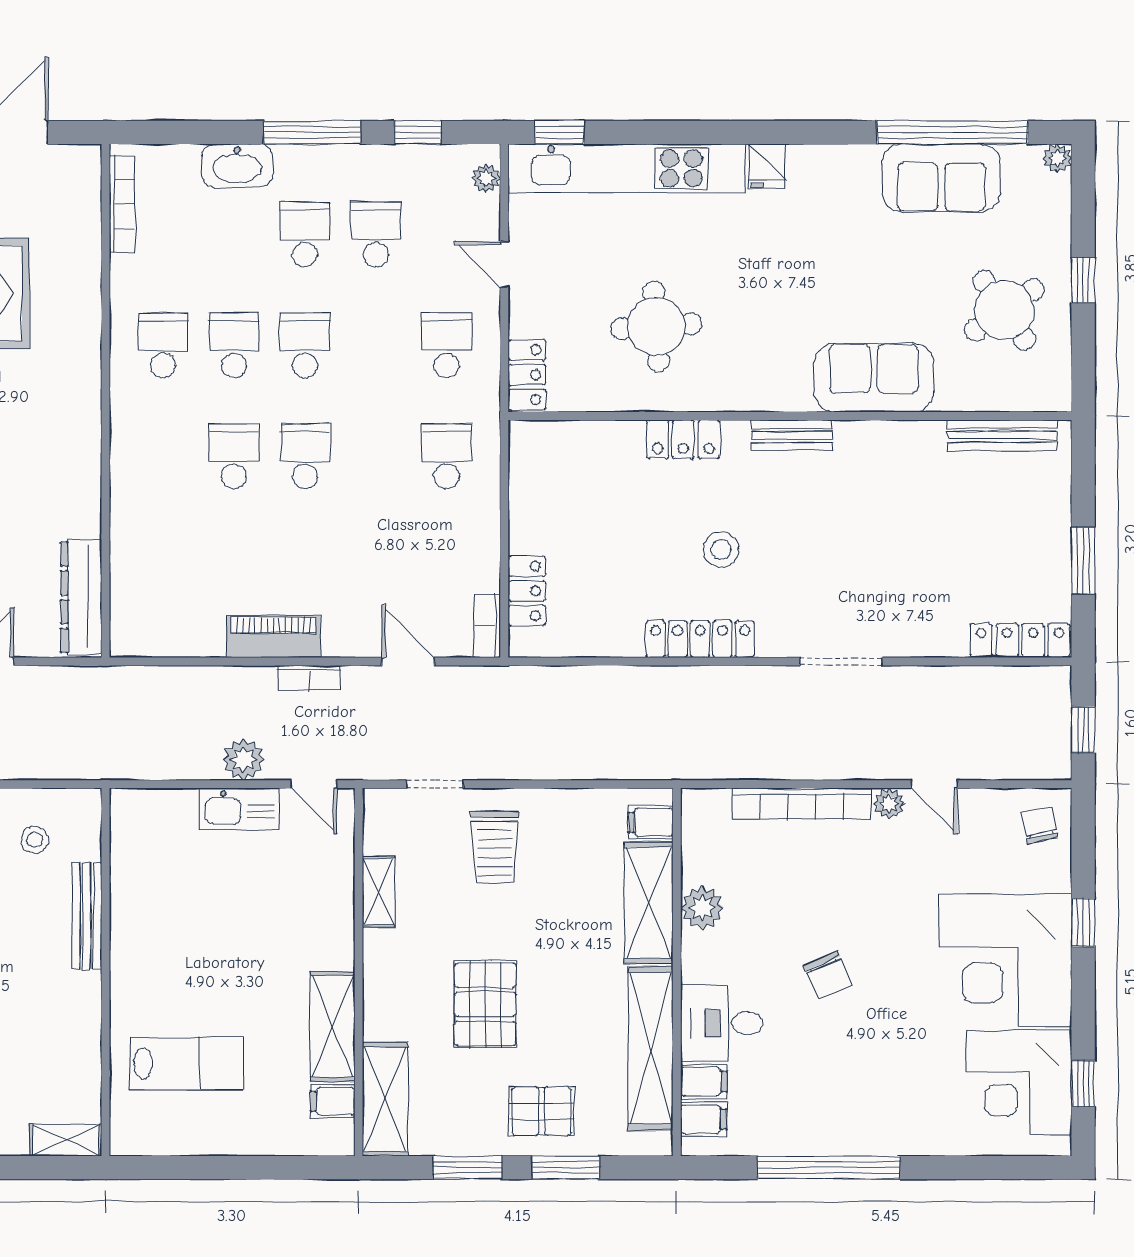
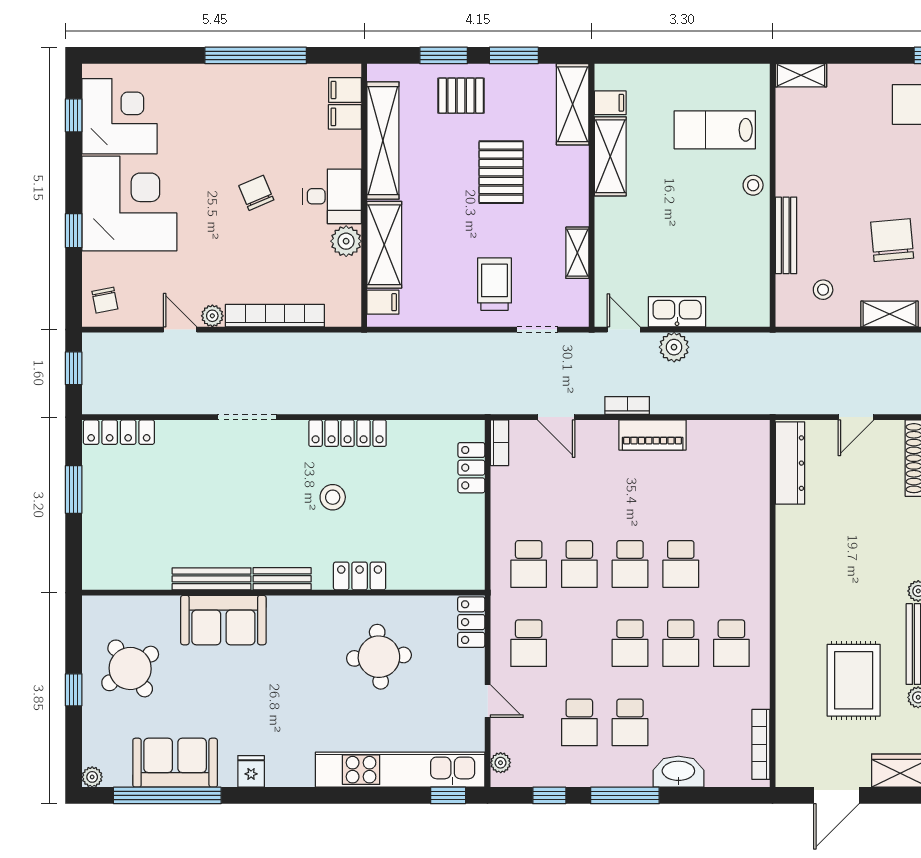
fridge: (767, 166) -> (251, 771), moved
bench: (1002, 435) -> (212, 579), moved
school desk: (376, 456) -> (579, 564), added
stool: (133, 986) -> (753, 185), added
desk: (722, 1023) -> (332, 196), moved

